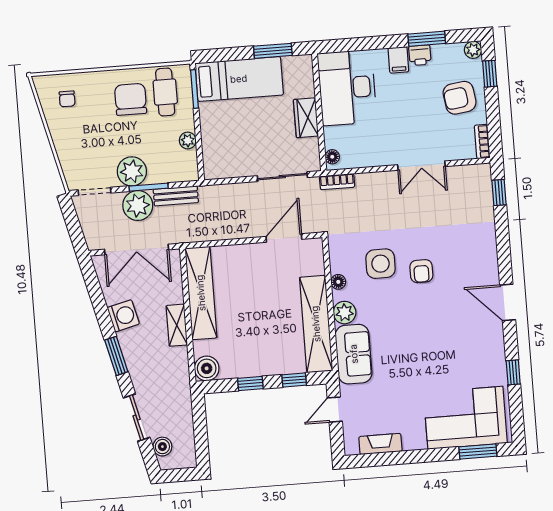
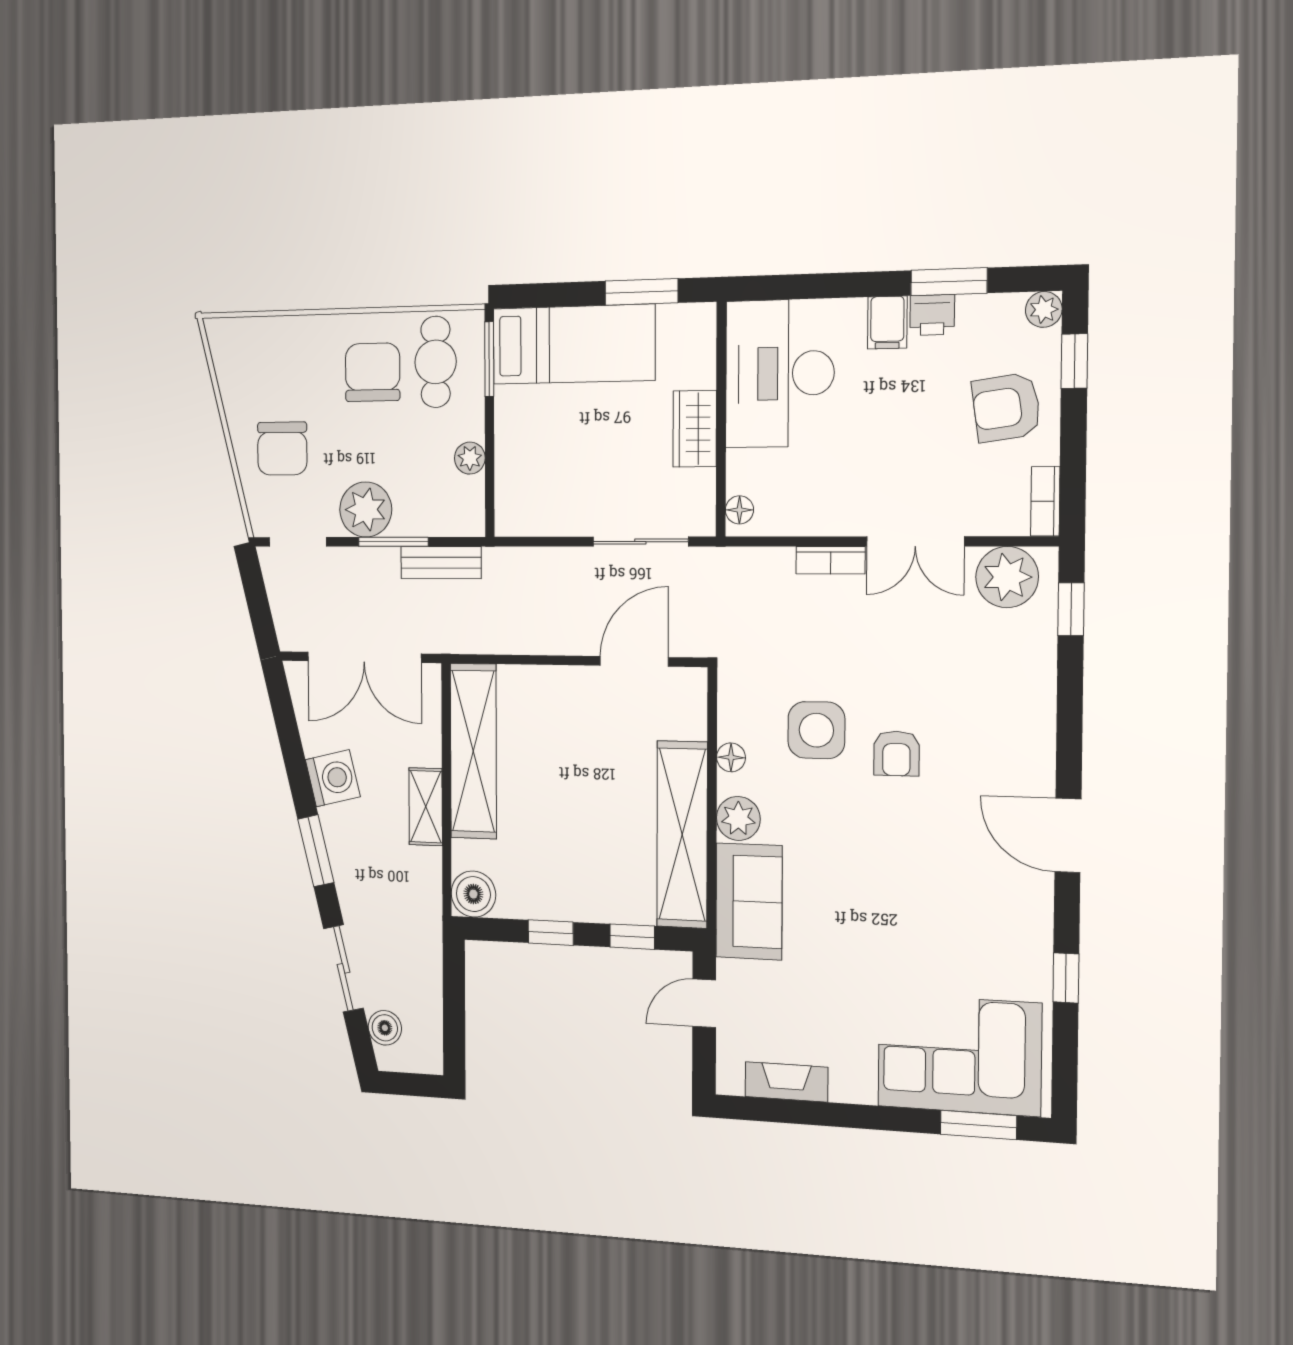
chair: (67, 99) -> (282, 448), moved, width x1.87, depth x1.87
bookcase: (337, 182) -> (831, 560), moved
plant: (138, 205) -> (1007, 577), moved

